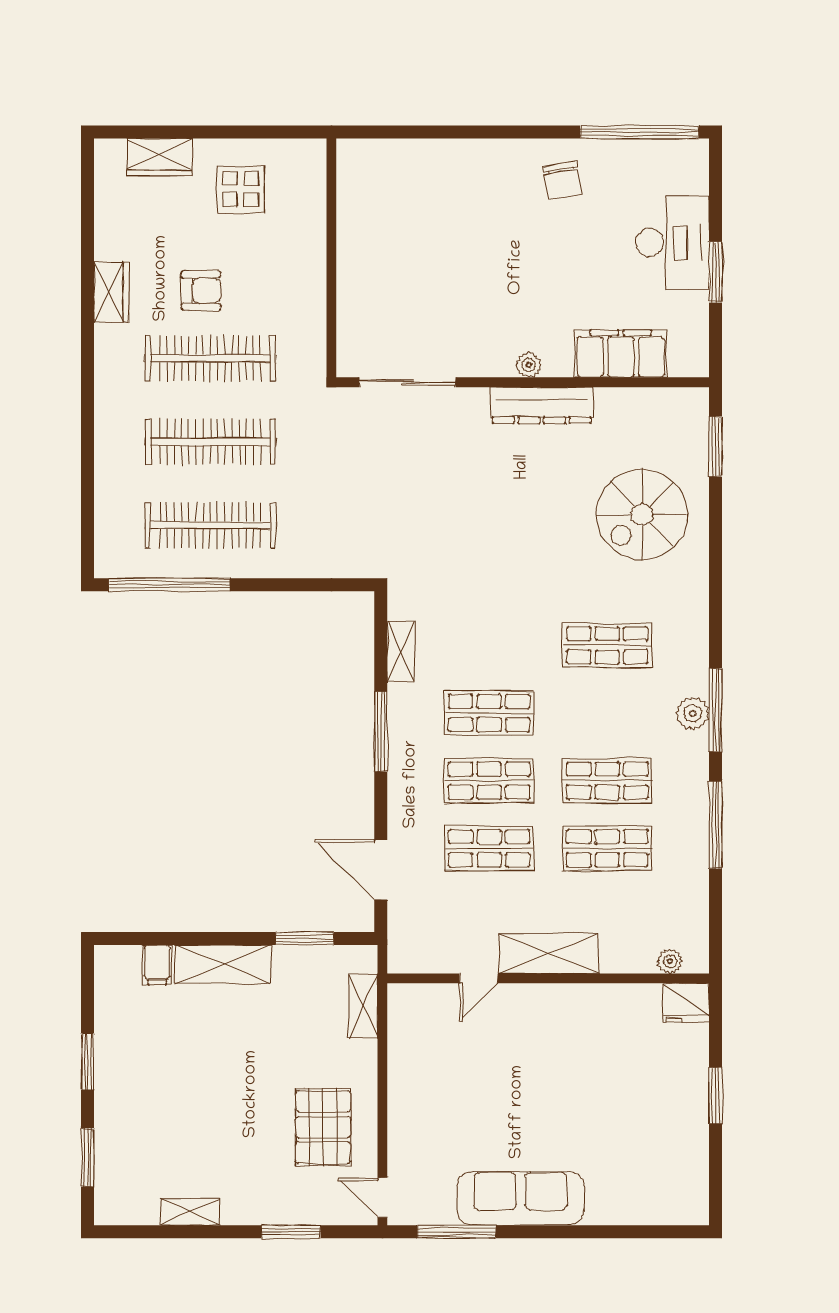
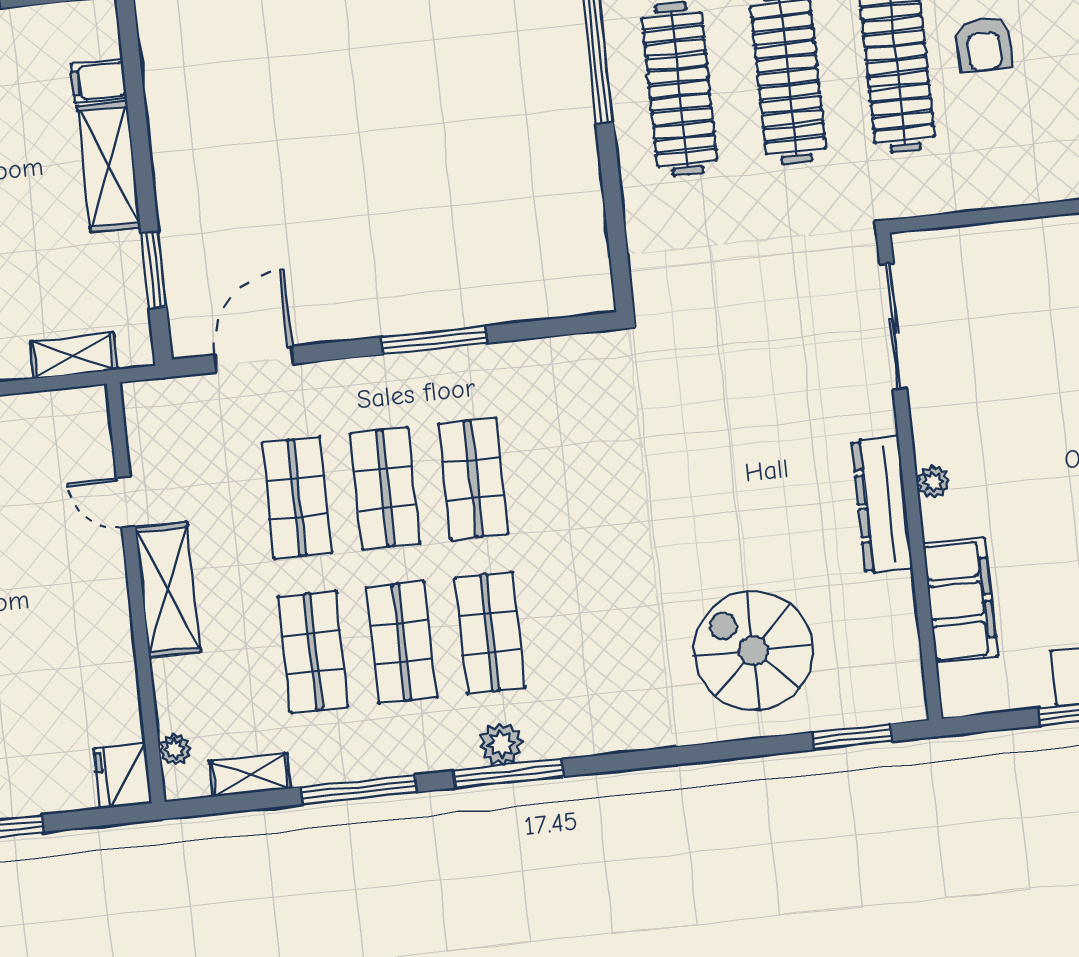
shop shelf: (607, 645) -> (490, 633), moved
shelving: (401, 652) -> (250, 775), moved

